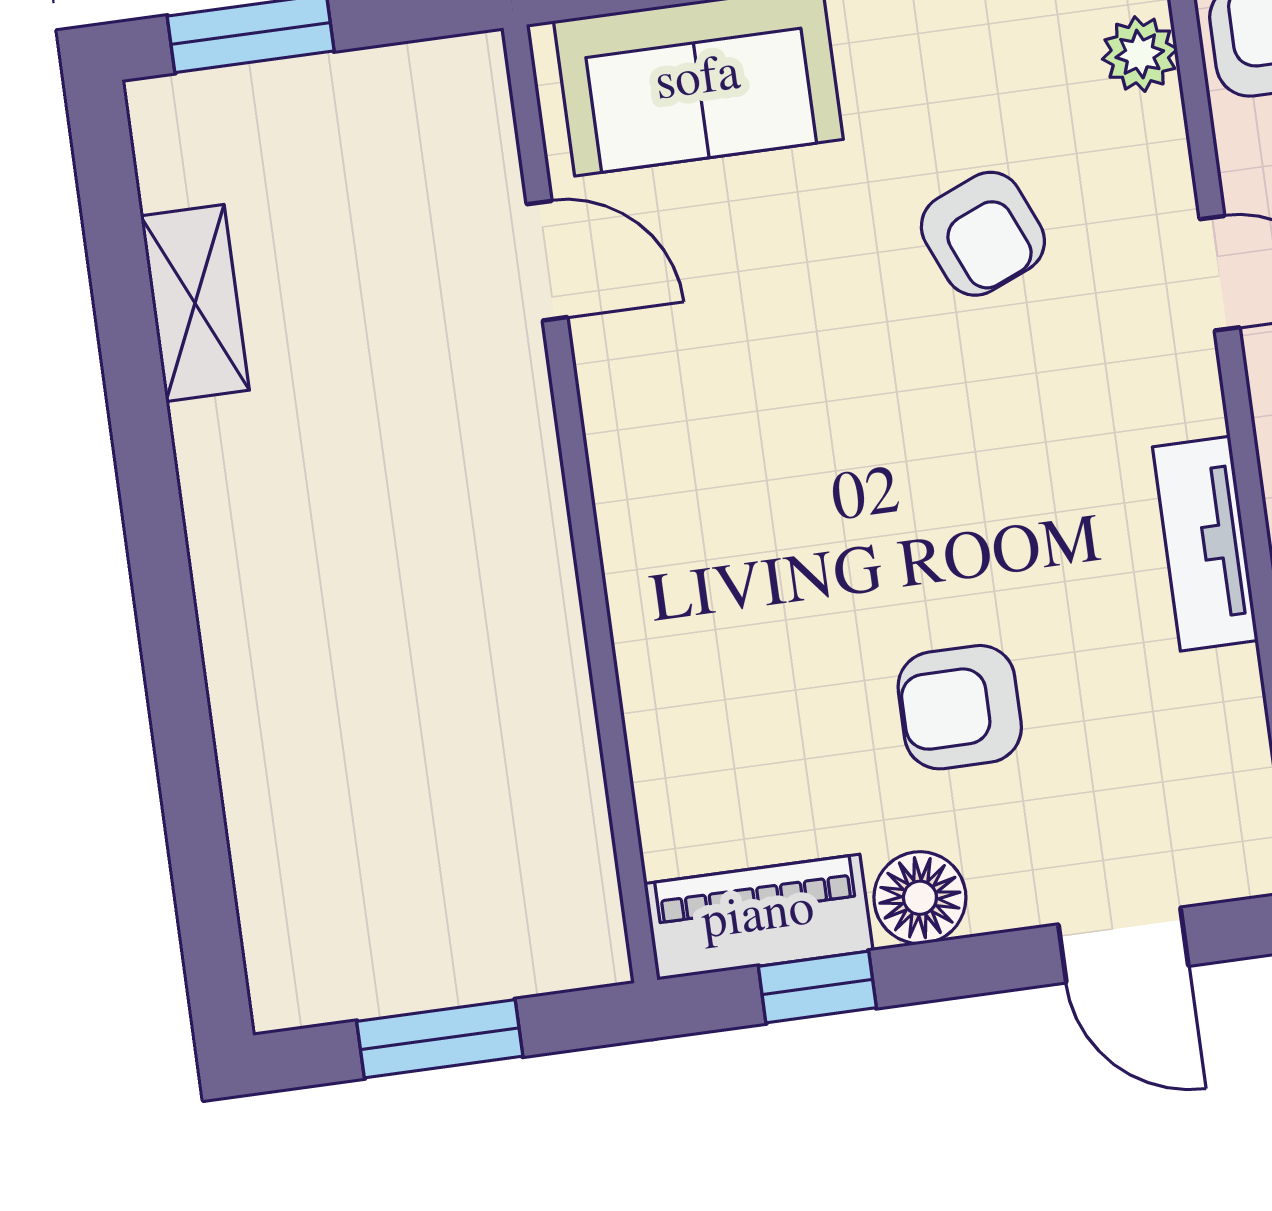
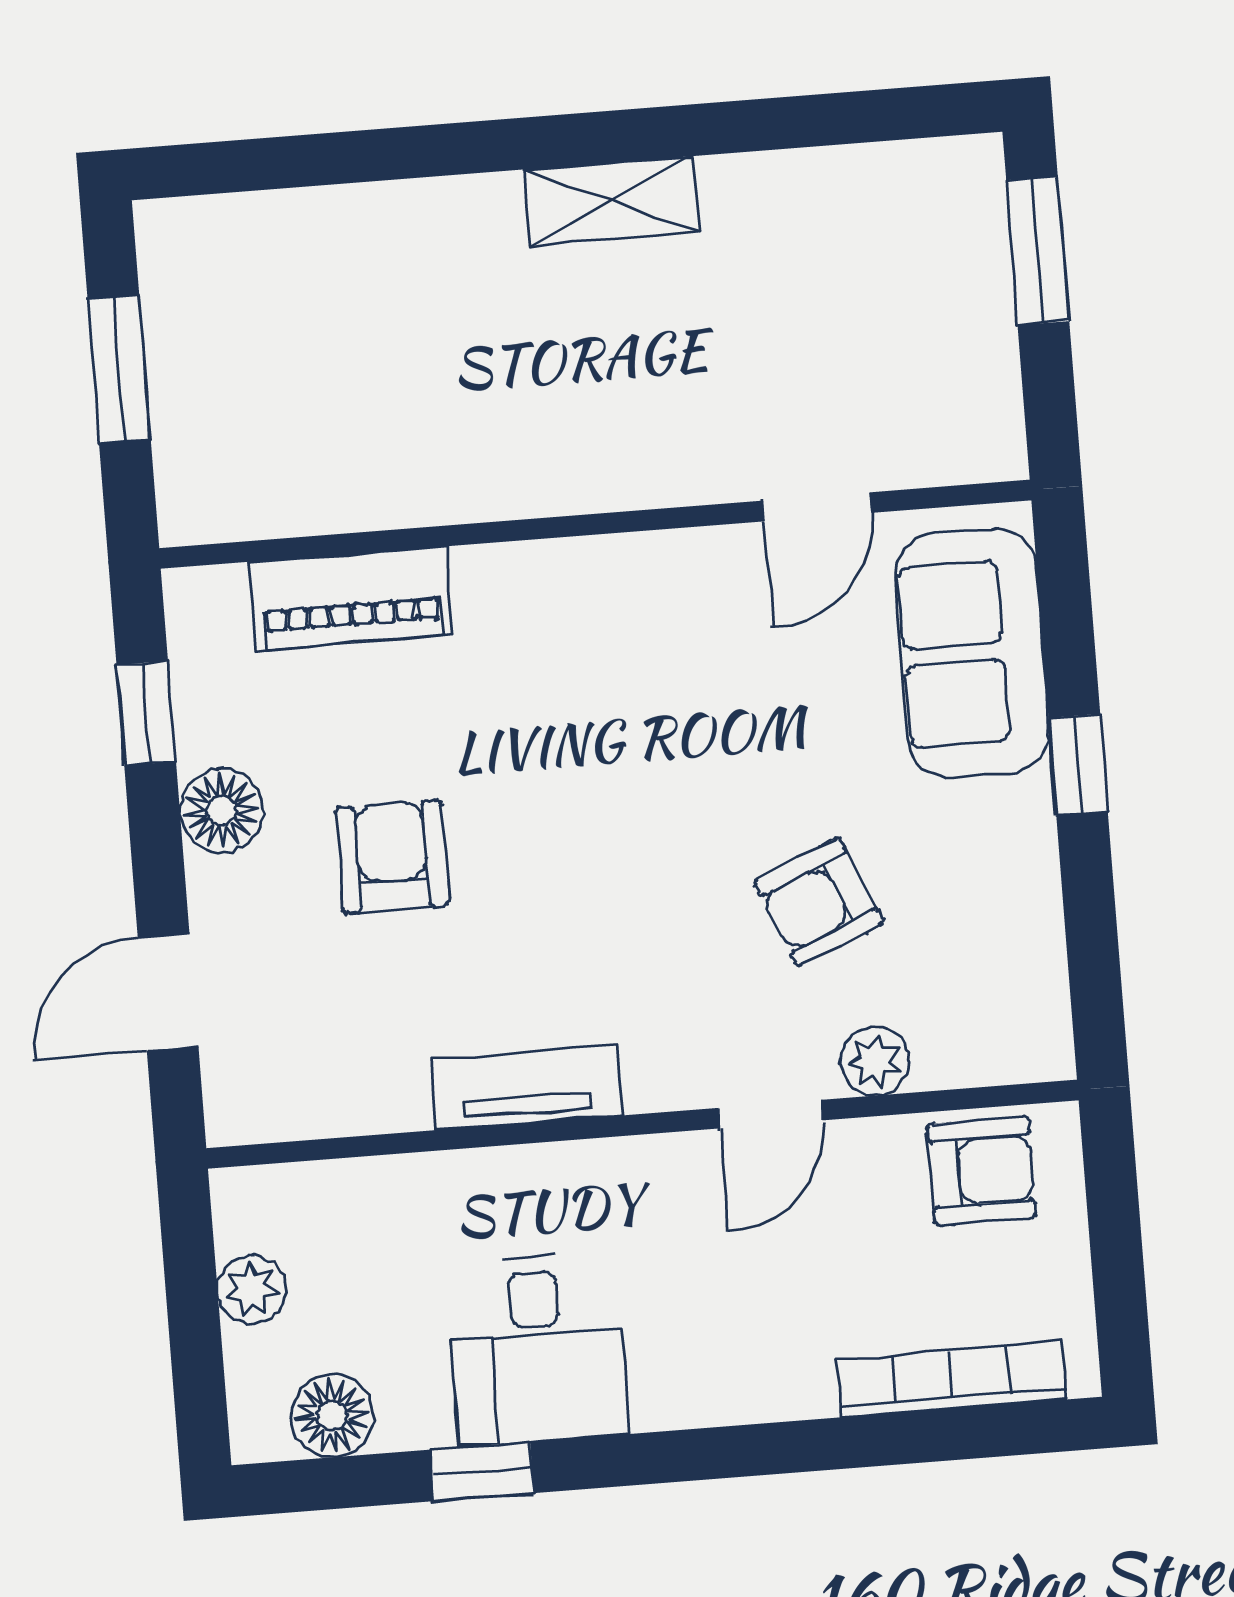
plant: (1140, 54) -> (875, 1061), moved
shelving: (195, 303) -> (611, 201), moved
piano: (758, 917) -> (351, 598), moved, turned 90

